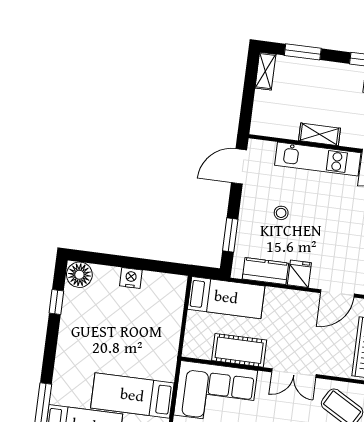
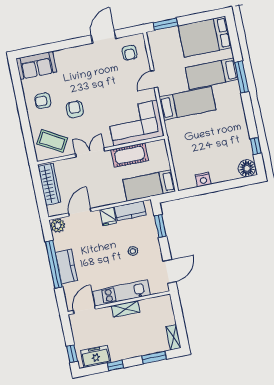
nightstand: (131, 278) -> (203, 179), moved

